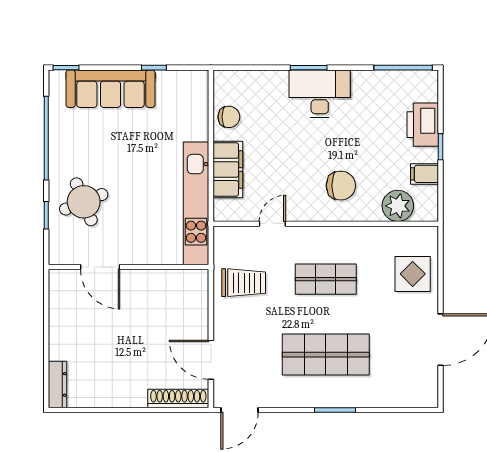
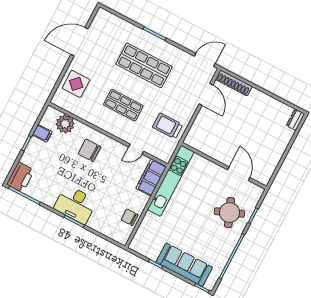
printer: (423, 125) -> (21, 177), moved
filing cabinet: (228, 169) -> (151, 177), moved
dresser: (58, 384) -> (296, 120), width x0.70

